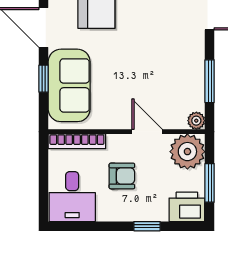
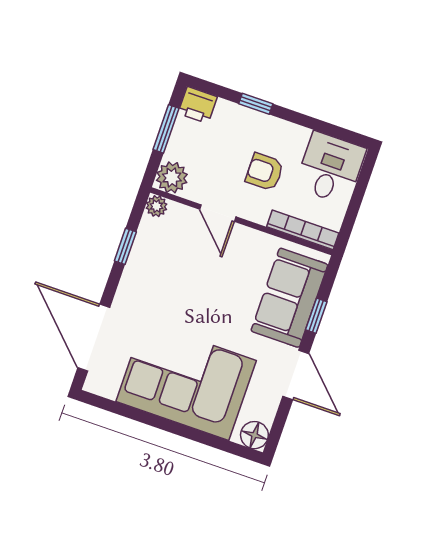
window: (210, 81) -> (125, 246), width x0.67
plant: (187, 152) -> (172, 177), width x0.73, depth x0.73
printer: (187, 207) -> (198, 105), width x0.73, depth x0.81

